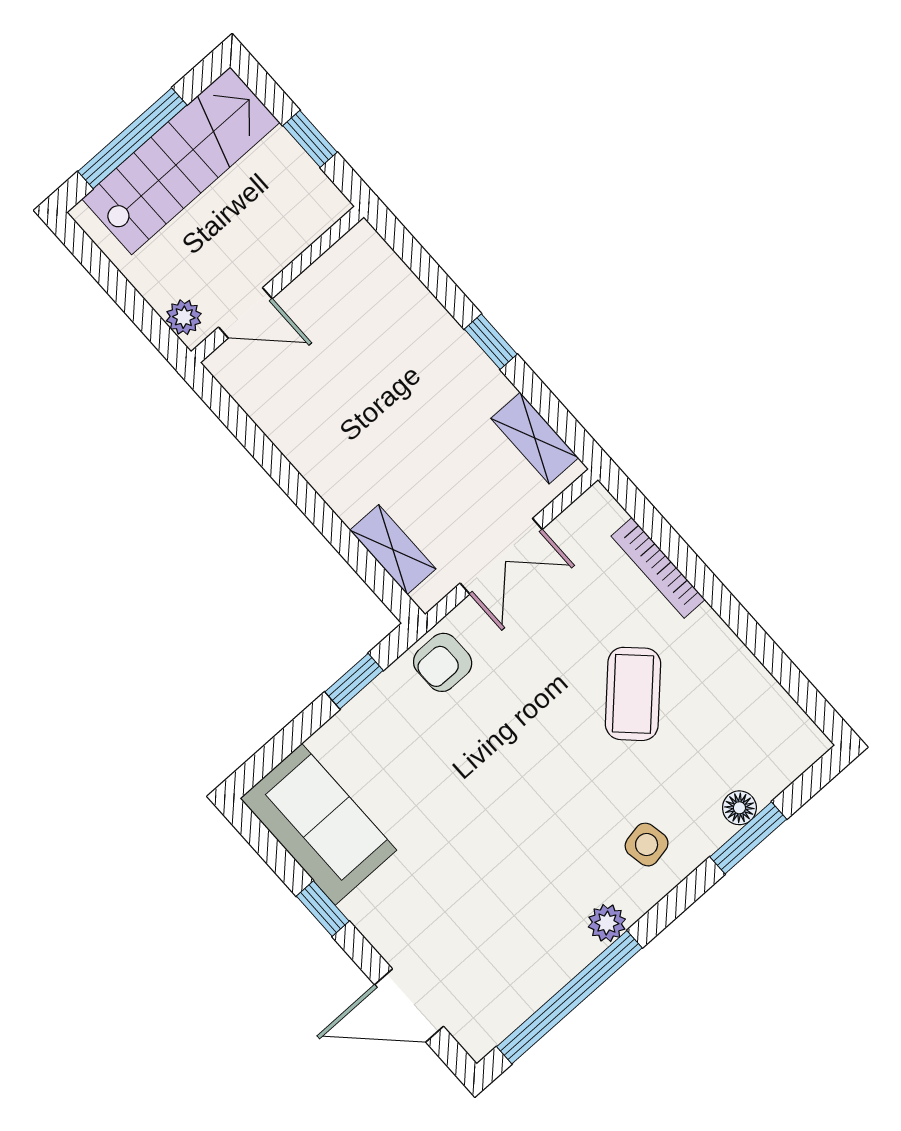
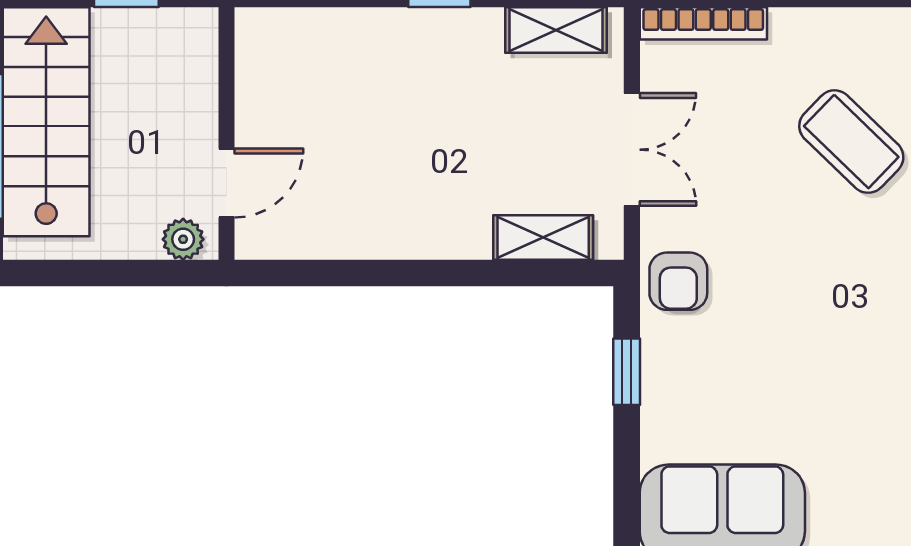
bookcase: (658, 568) -> (703, 23), moved

